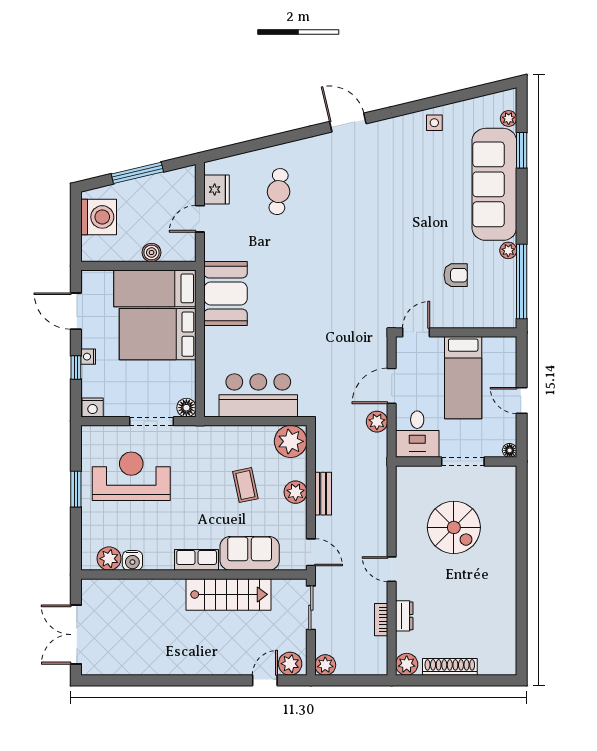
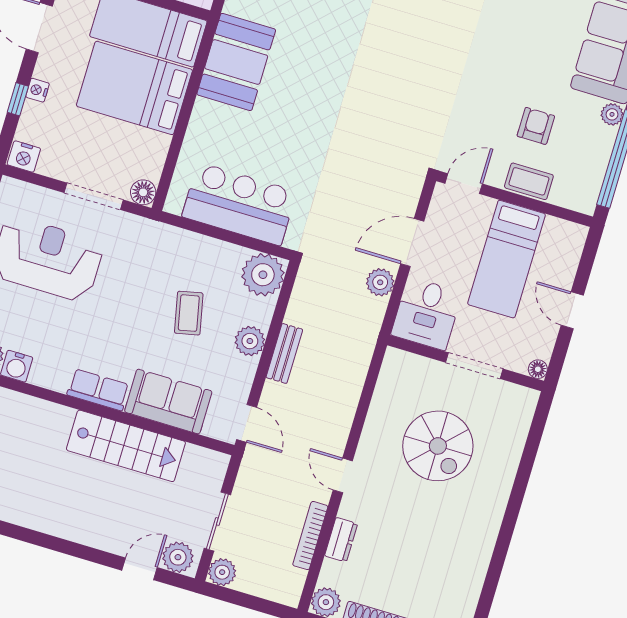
armchair: (456, 275) -> (536, 126), turned -90
coffee table: (463, 317) -> (529, 181), added
sliding door: (311, 608) -> (217, 521), moved
bookcase: (381, 620) -> (310, 536), width x1.56

